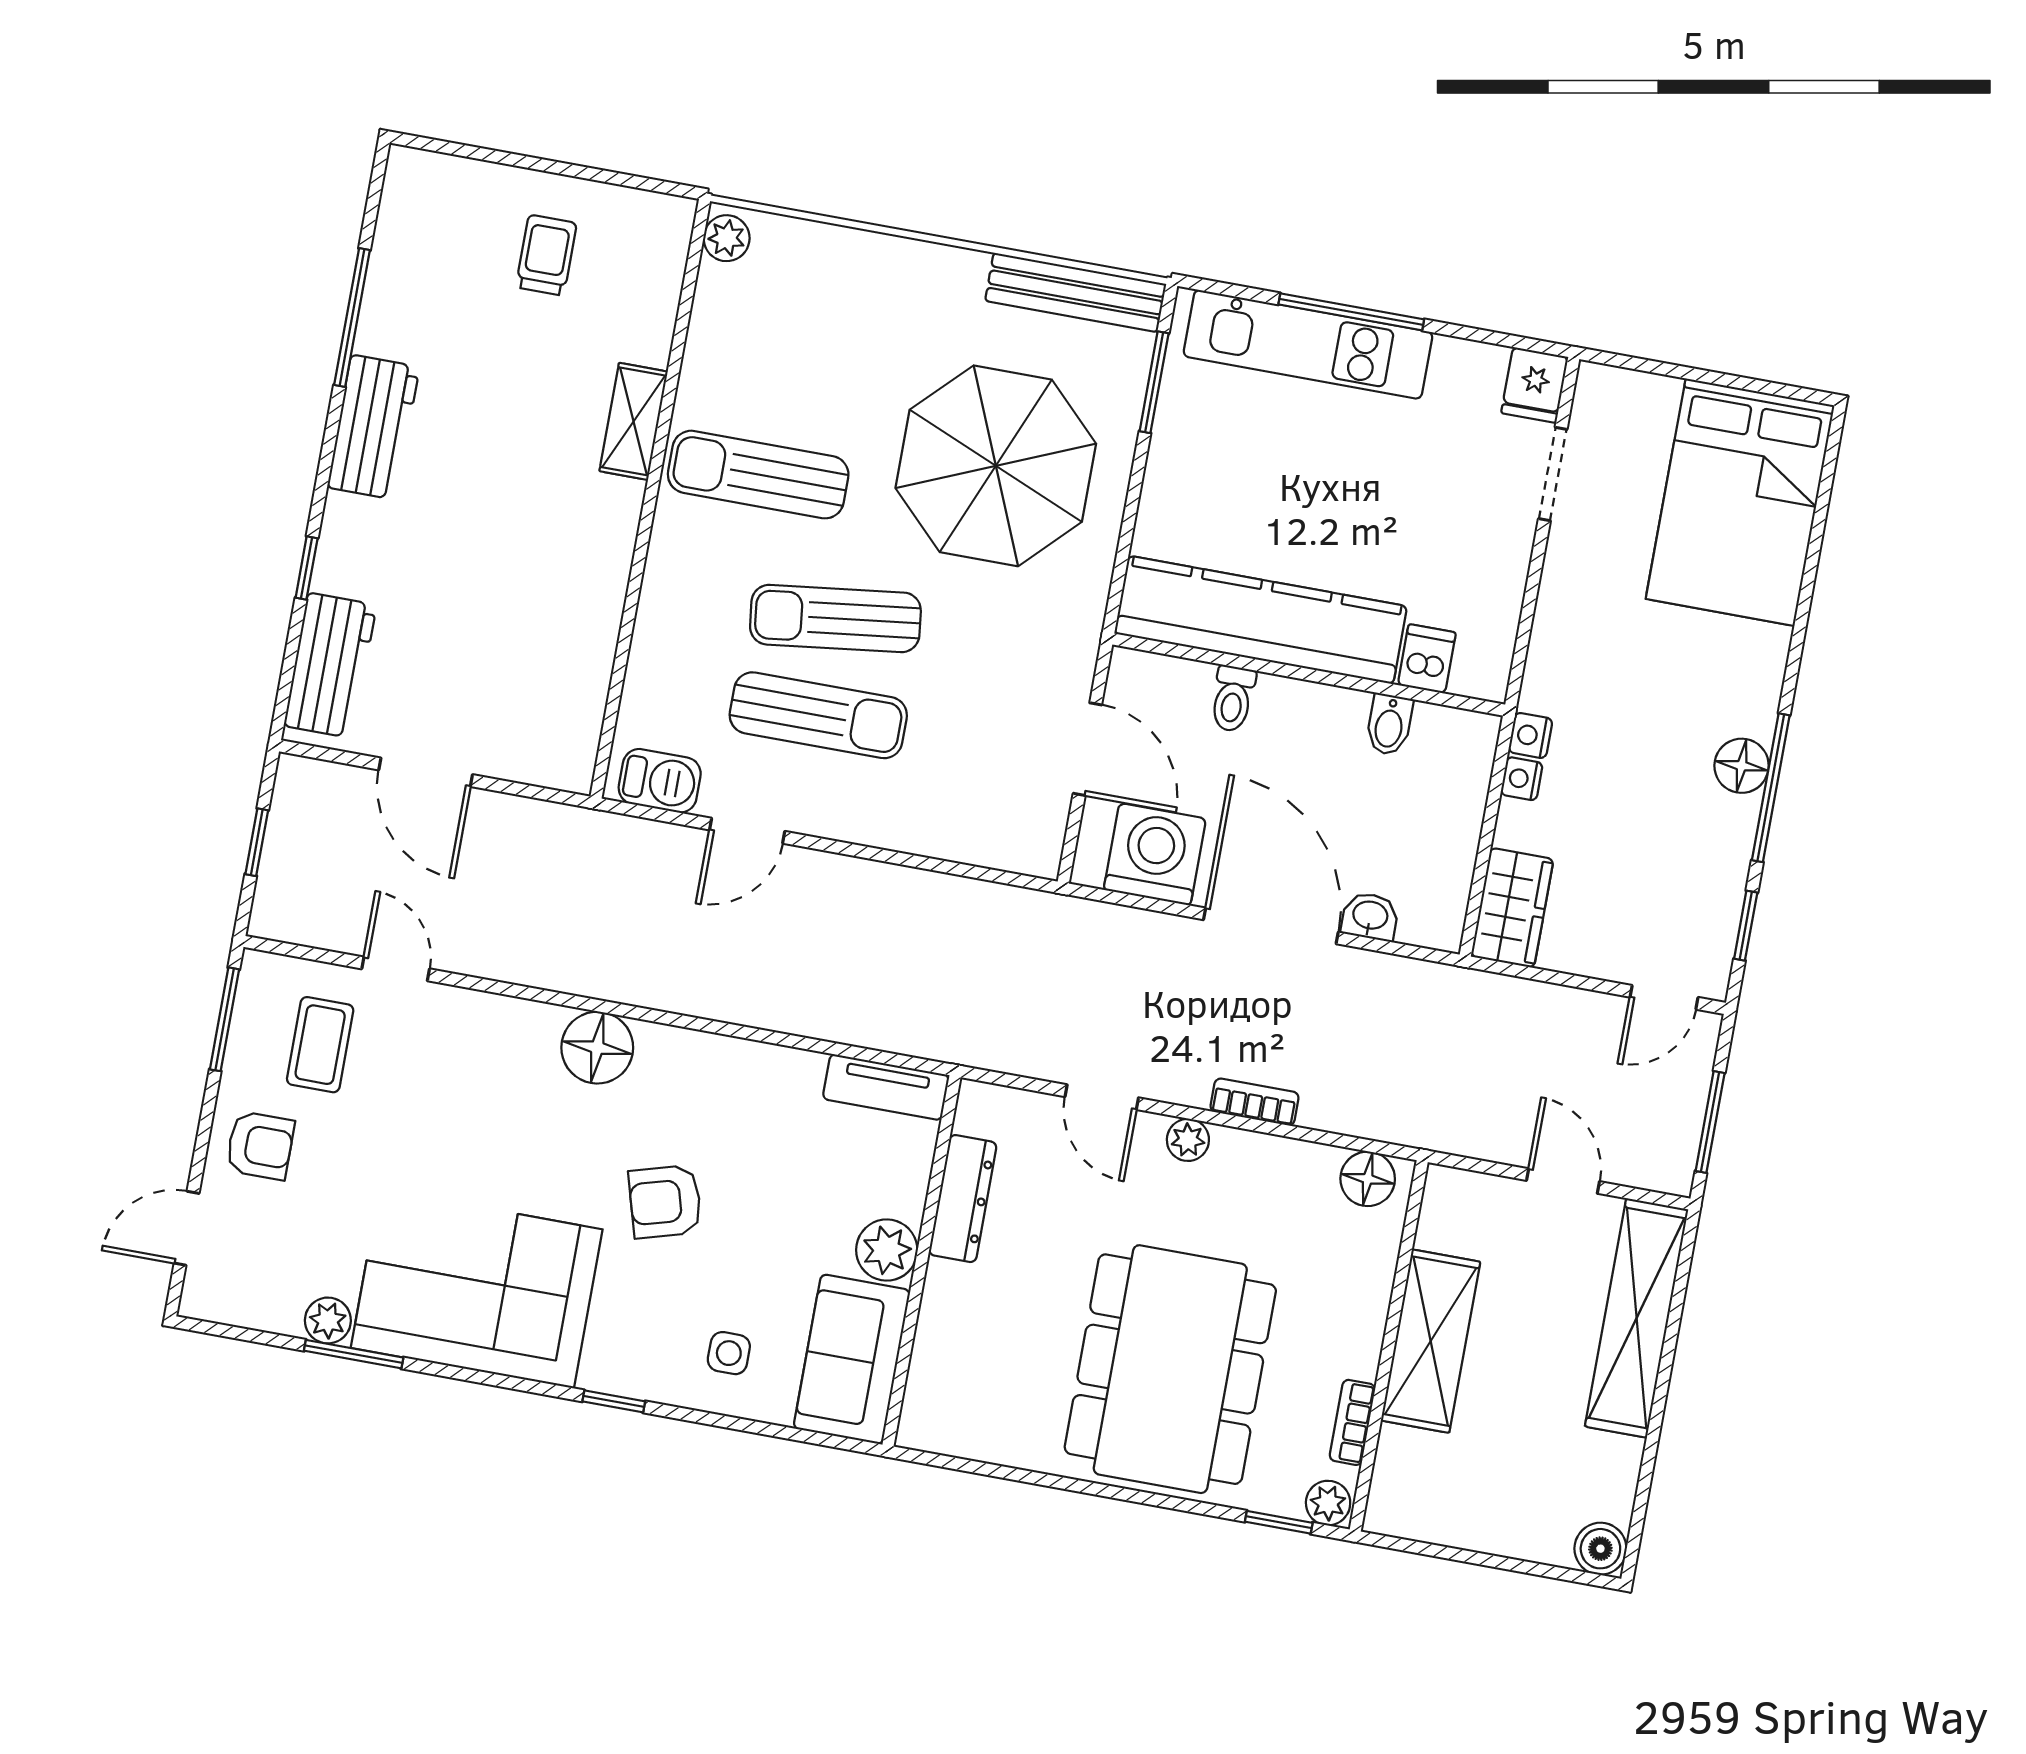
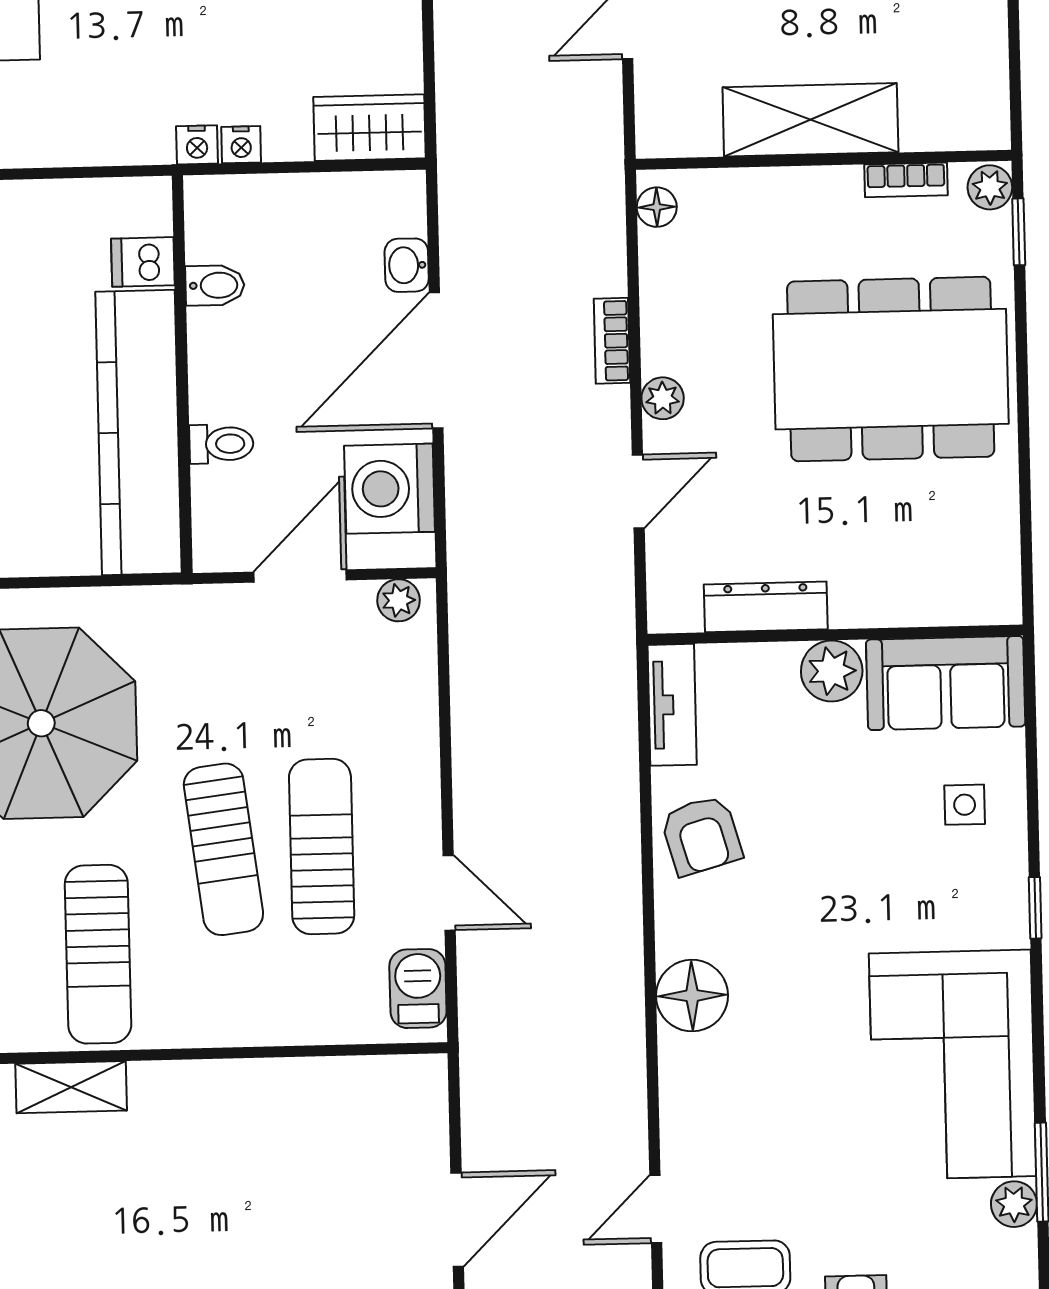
plant: (1044, 840) -> (399, 600), added
floor lamp: (1368, 1179) -> (657, 207), width x0.73, depth x0.73
armchair: (665, 1202) -> (701, 835), moved

